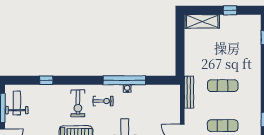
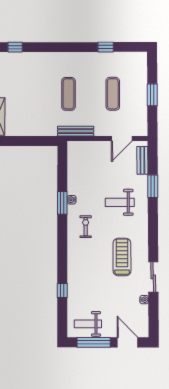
window: (124, 80) -> (62, 203), width x0.47
exercise bike: (78, 103) -> (88, 255), removed

